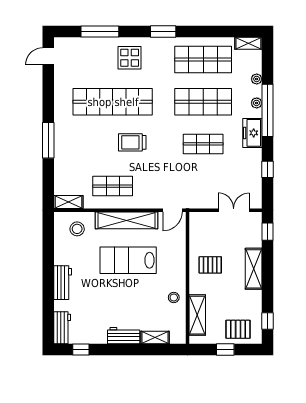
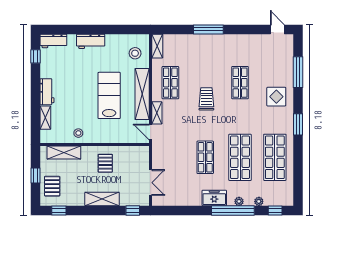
shelving: (248, 43) -> (157, 113), moved
shop shelf: (113, 102) -> (240, 83), width x0.50, depth x0.74
window: (268, 169) -> (275, 211), moved

